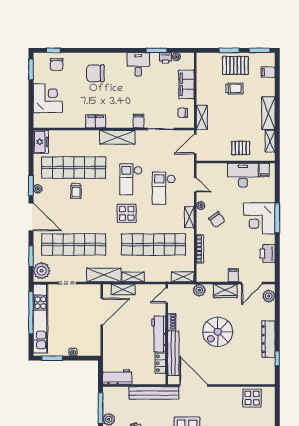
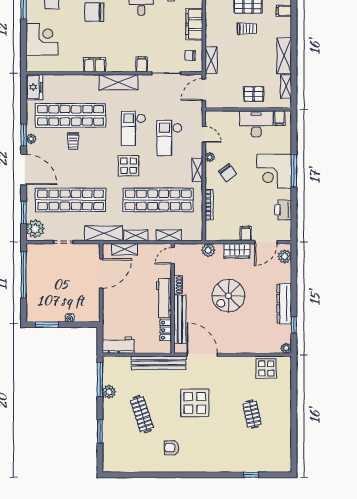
shelving: (183, 277) -> (169, 235), moved
kitchen unit: (40, 319) -> (34, 281), removed
plant: (270, 380) -> (286, 348), added

